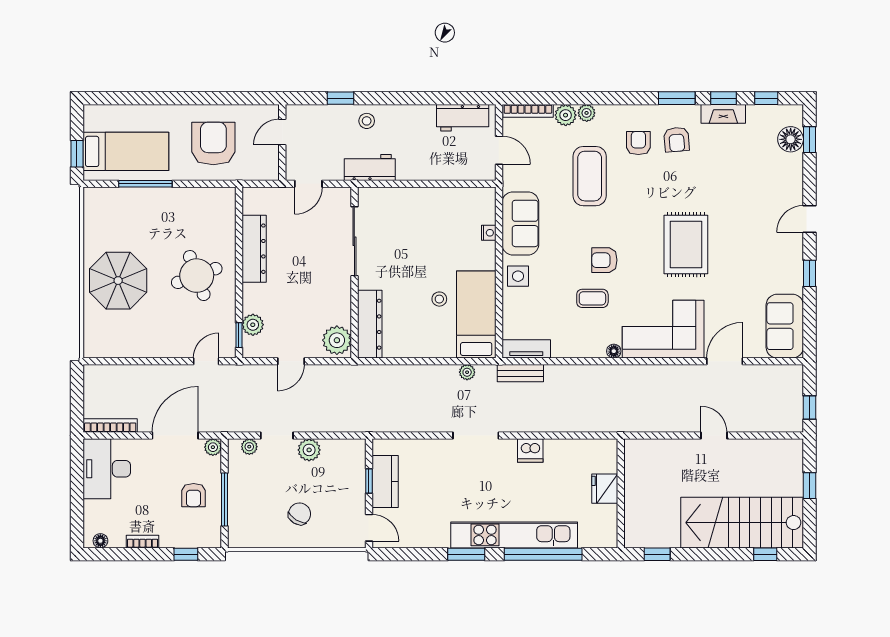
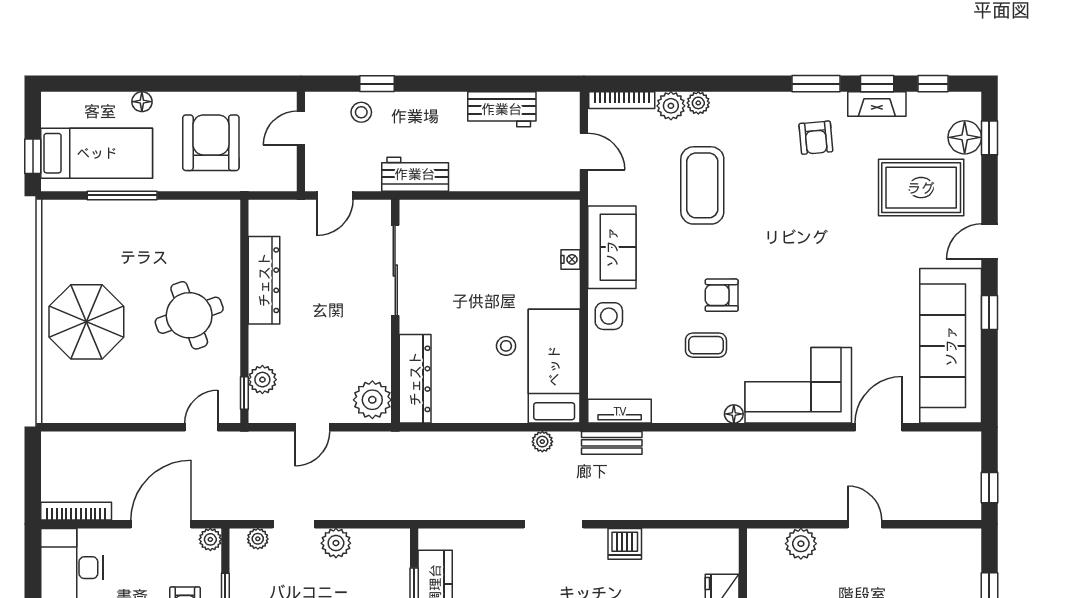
floor lamp: (161, 112) -> (142, 102), added
workbench: (463, 118) -> (502, 109), moved
stool: (367, 121) -> (361, 112), moved
armchair: (638, 143) -> (766, 142), removed
rug: (686, 245) -> (921, 188), moved, turned 90
sofa: (785, 326) -> (951, 346), width x1.85, depth x1.27
plant: (665, 450) -> (801, 544), added

